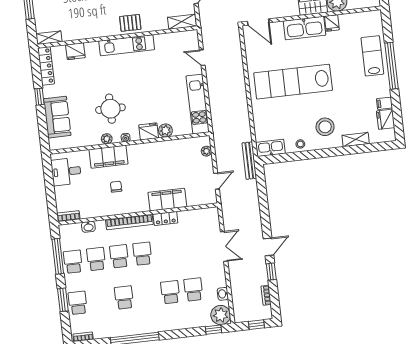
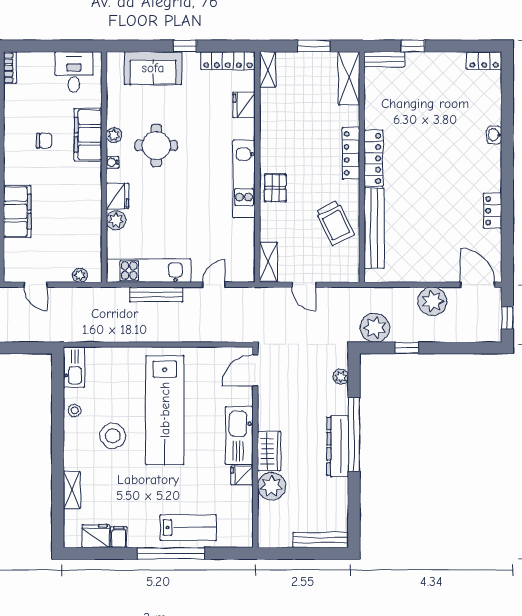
lab bench: (293, 82) -> (165, 410), turned 180
stool: (325, 127) -> (113, 436), moved
bench: (249, 161) -> (156, 294), moved

